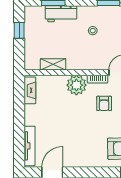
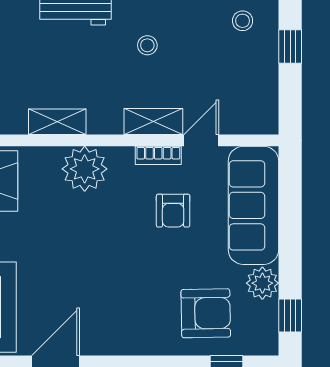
shelving: (95, 64) -> (153, 122), added
plant: (76, 85) -> (85, 169), moved

